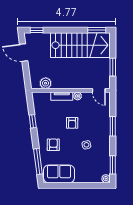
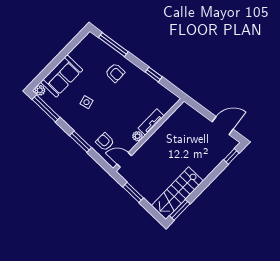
stairs: (80, 45) -> (177, 193), width x0.73, depth x0.66
plant: (46, 83) -> (177, 119), removed
armchair: (72, 123) -> (105, 142), moved
window: (113, 165) -> (46, 108), width x1.44
sofa: (59, 174) -> (62, 76), moved

